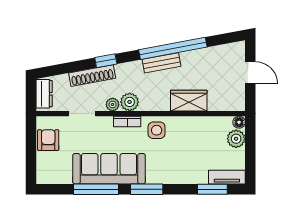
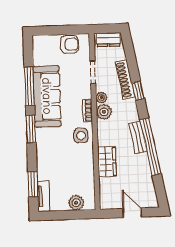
door: (250, 73) -> (132, 213), swing flipped
floor lamp: (239, 122) -> (90, 205), removed

